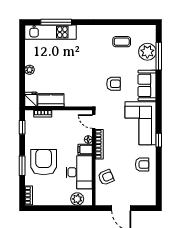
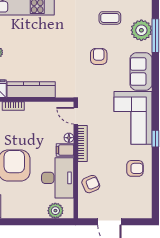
armchair: (113, 84) -> (99, 56), moved, turned -90
kitchen counter: (51, 100) -> (31, 90), width x1.50

